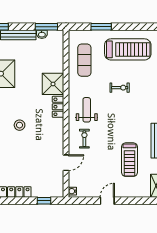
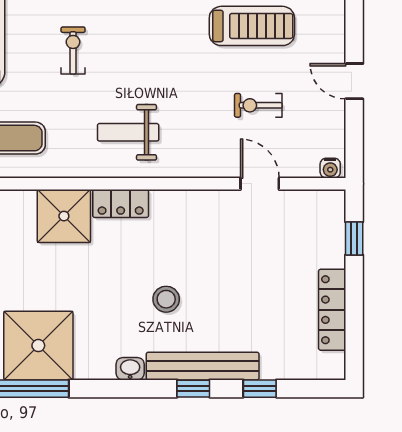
exercise bike: (84, 139) -> (258, 105), moved

